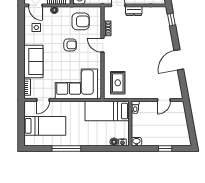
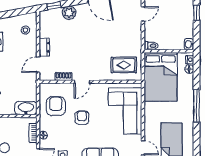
plant: (165, 33) -> (69, 13), added
door: (164, 100) -> (143, 14), hinge flipped
bed: (107, 111) -> (161, 77), width x1.50
window: (66, 148) -> (197, 106), moved

